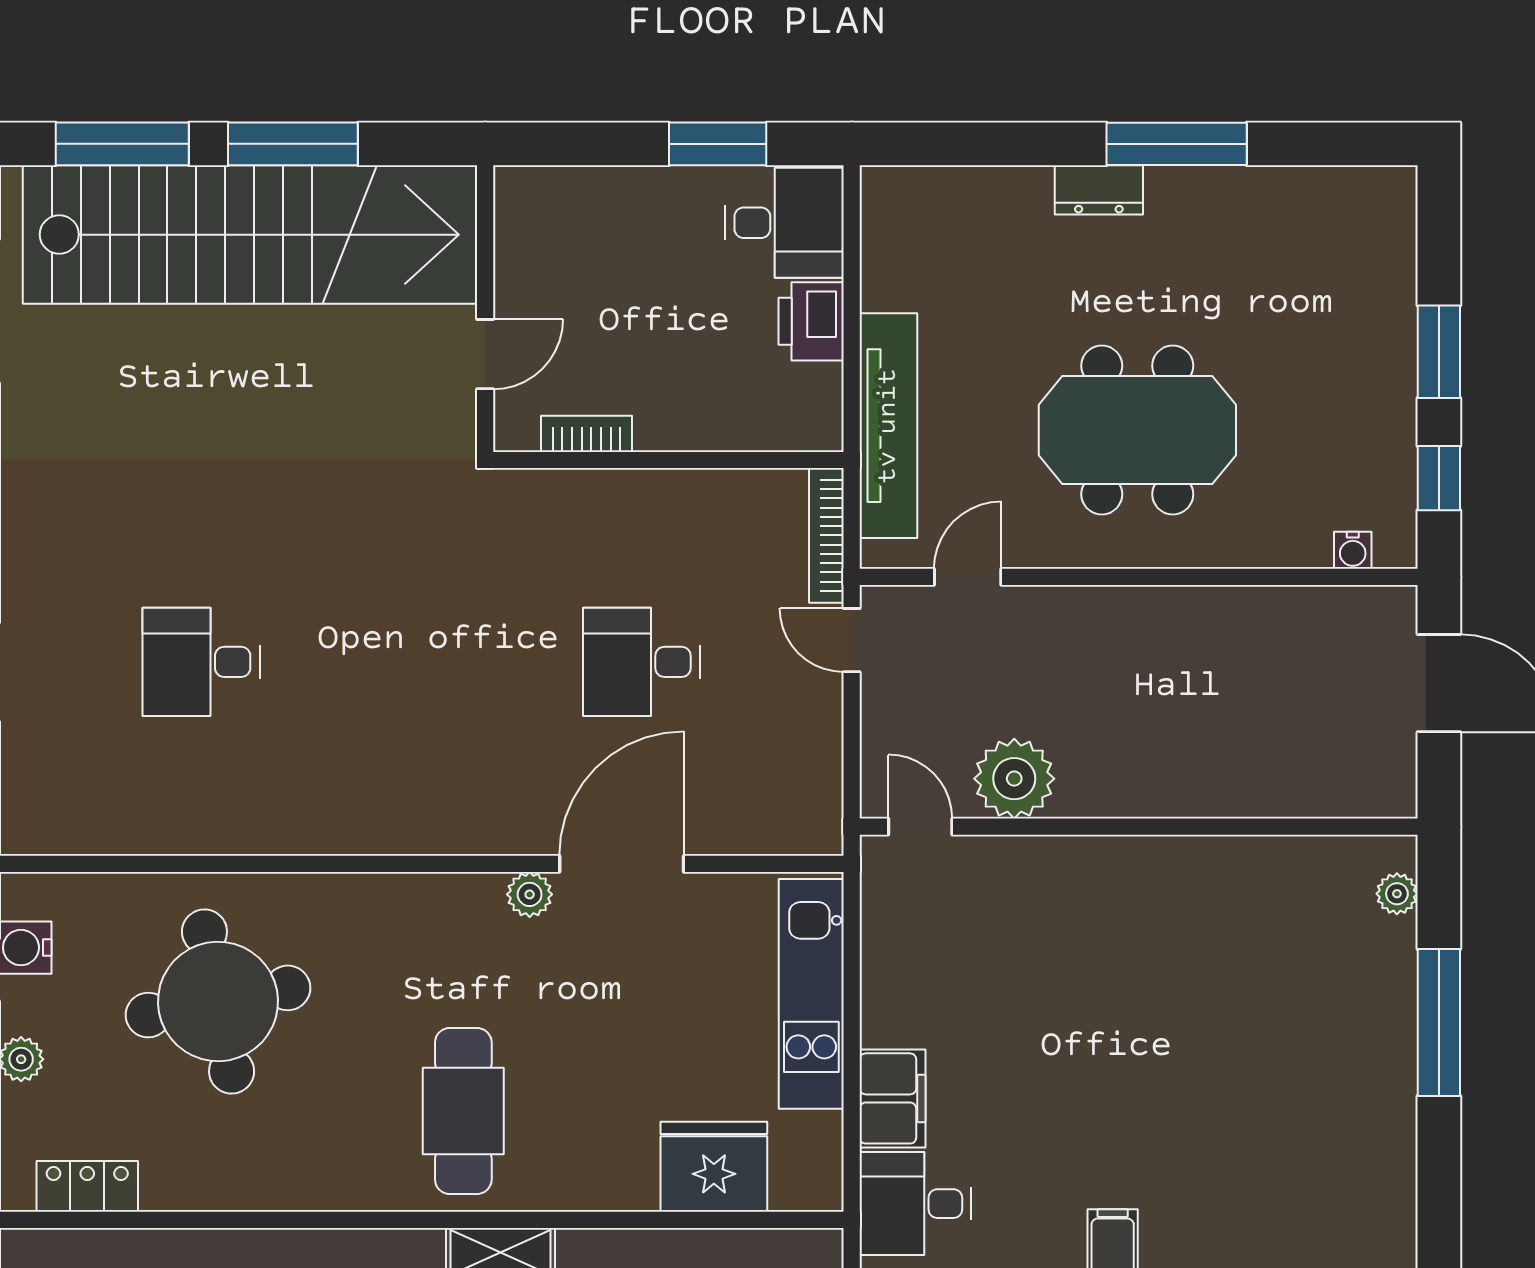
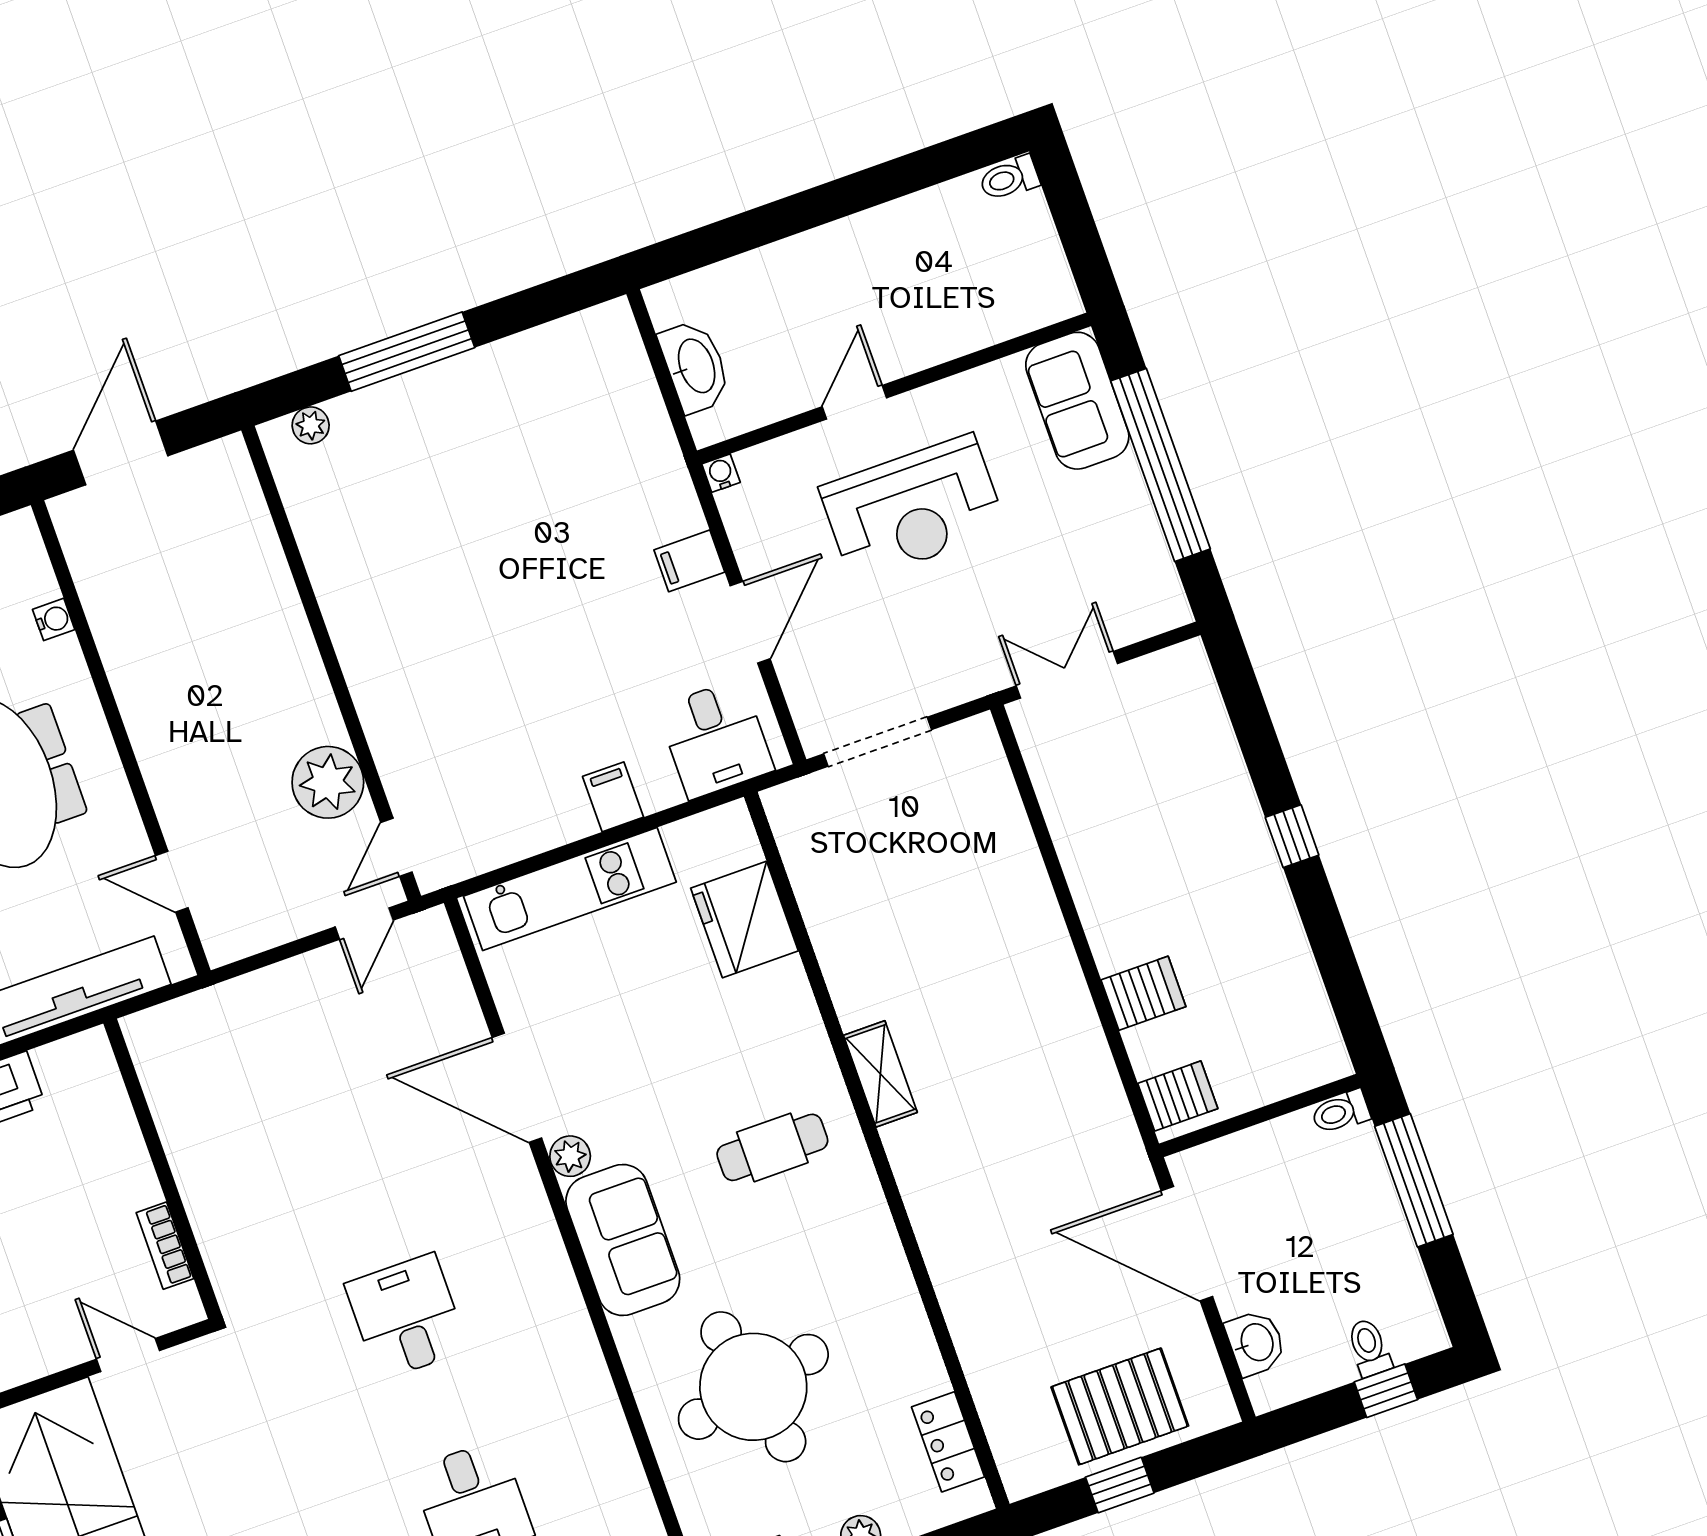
bookcase: (826, 535) -> (179, 1013), removed
water cooler: (1353, 550) -> (54, 619), moved
door: (852, 640) -> (364, 924), moved
desk: (641, 662) -> (406, 1317), moved, turned 180
sofa: (421, 919) -> (623, 1240), added
filing cabinet: (892, 1098) -> (613, 797), width x0.50
cafe table: (463, 1111) -> (772, 1147), width x0.73, depth x0.74

